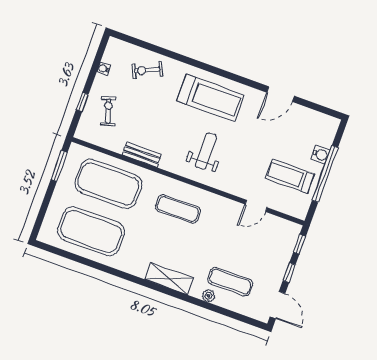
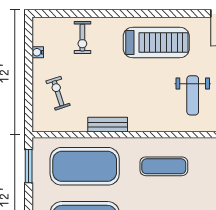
exercise bike: (147, 70) -> (82, 38), turned -65
window: (82, 102) -> (29, 93), removed
weight bench: (206, 151) -> (193, 95), moved, turned 180

